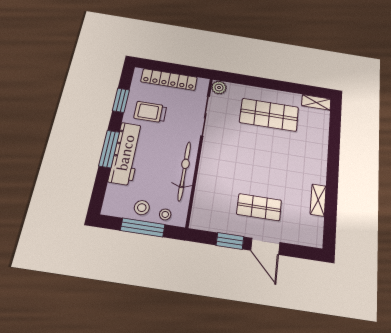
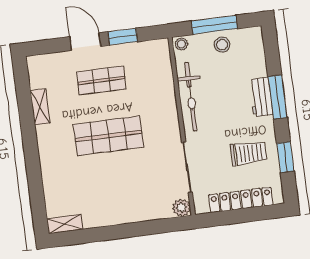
shop shelf: (269, 115) -> (108, 136), moved
workbench: (126, 153) -> (261, 97), width x0.53, depth x0.76
stool: (165, 214) -> (181, 44), moved

